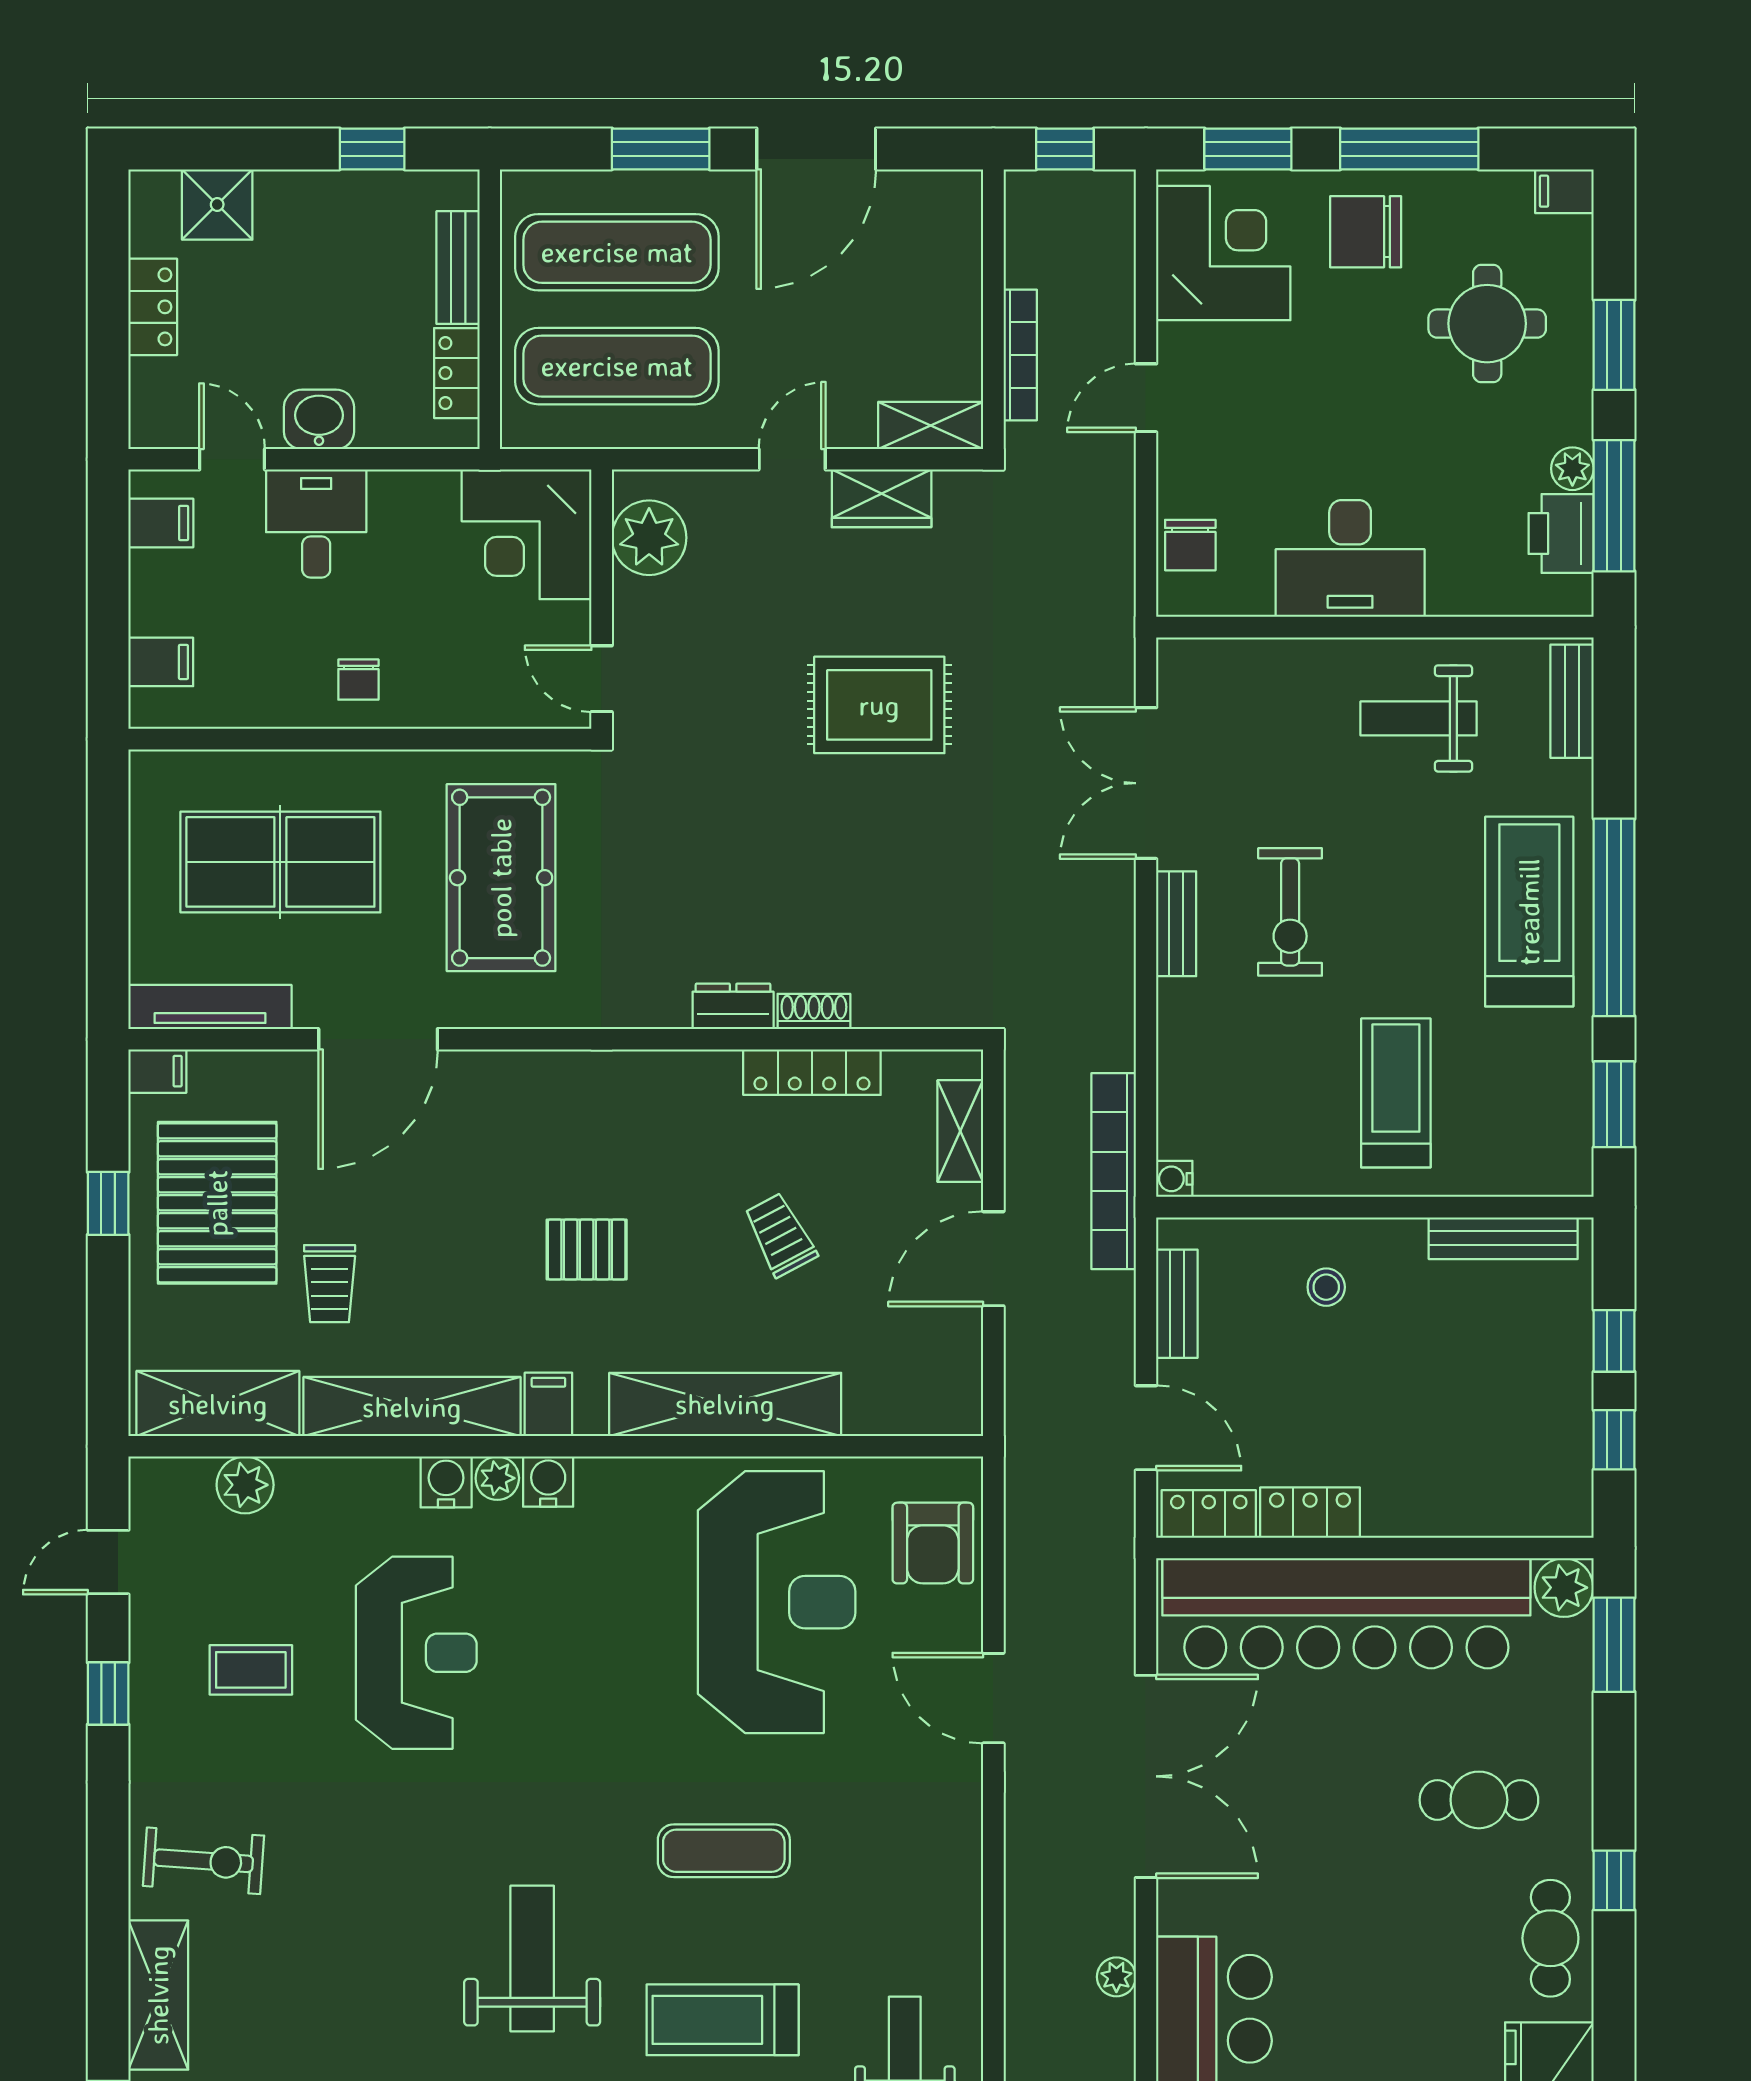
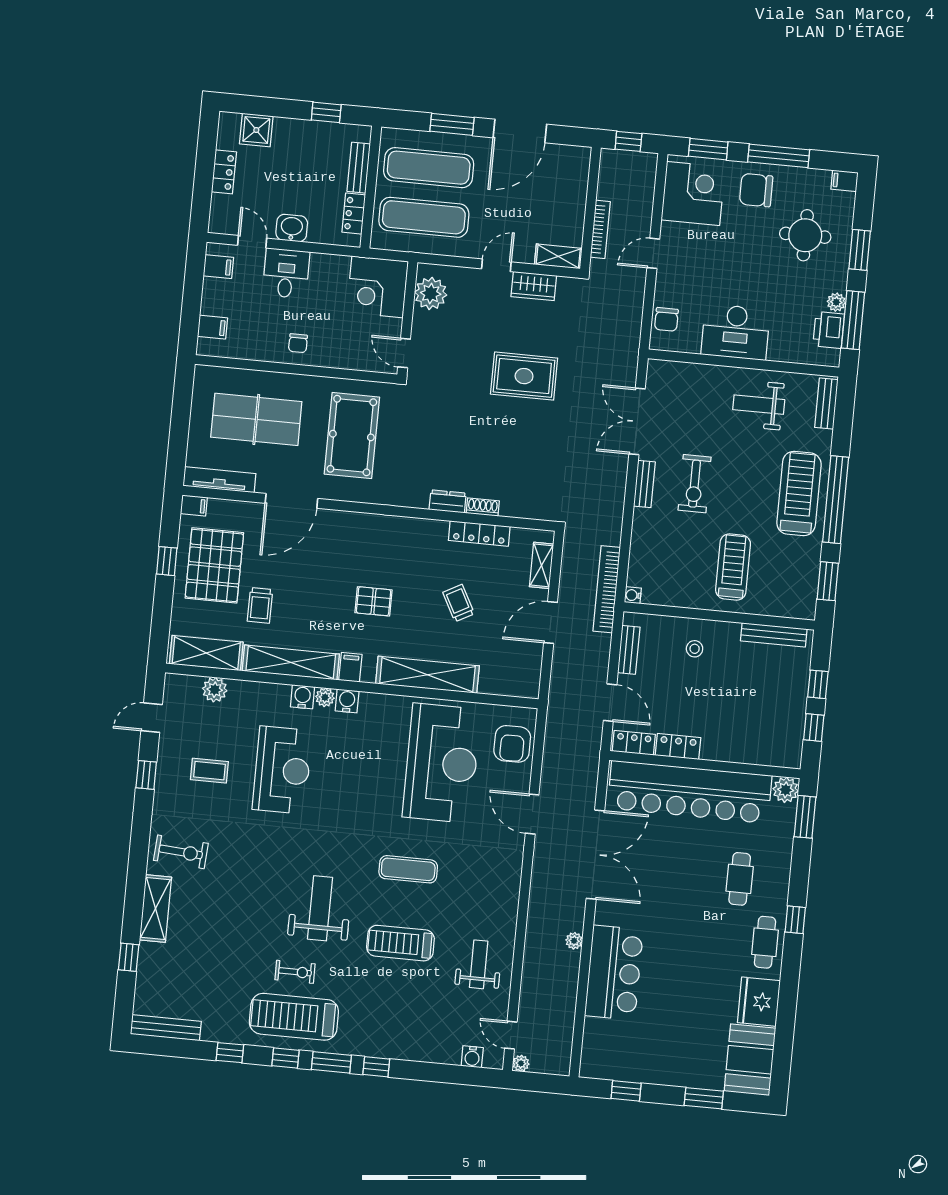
cafe table: (1479, 1800) -> (740, 879), turned 90

